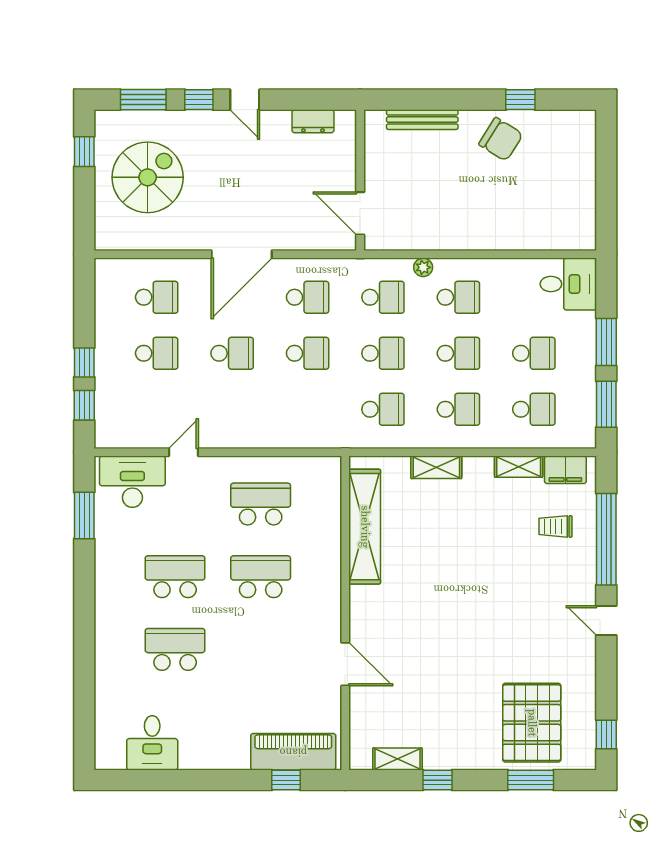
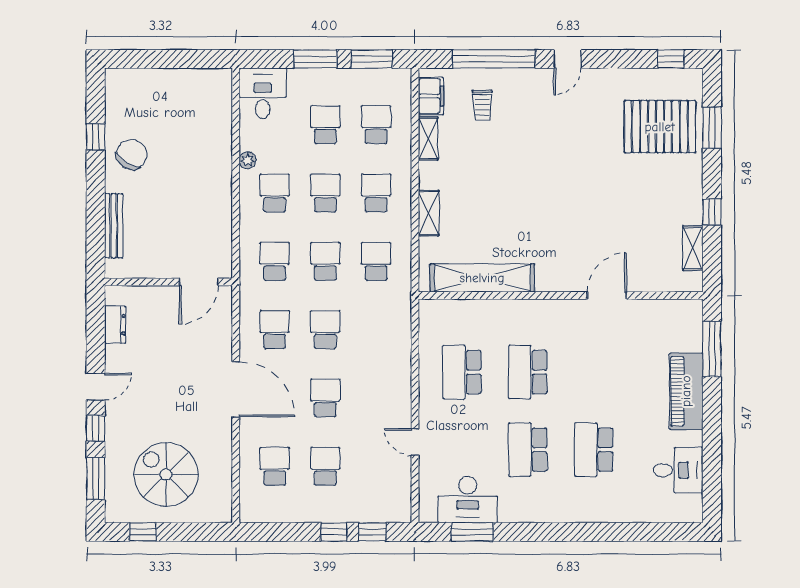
plant: (423, 267) -> (248, 160), moved
desk: (132, 482) -> (468, 500), moved, turned -90
piano: (293, 752) -> (686, 391), moved
window: (286, 780) -> (712, 349), width x2.17

